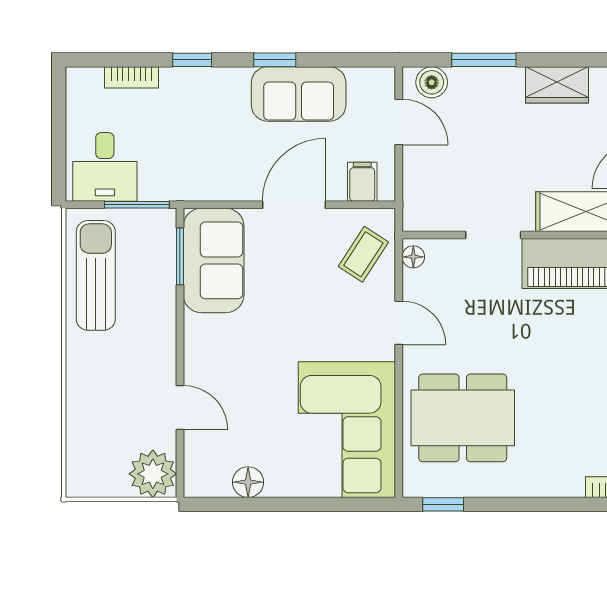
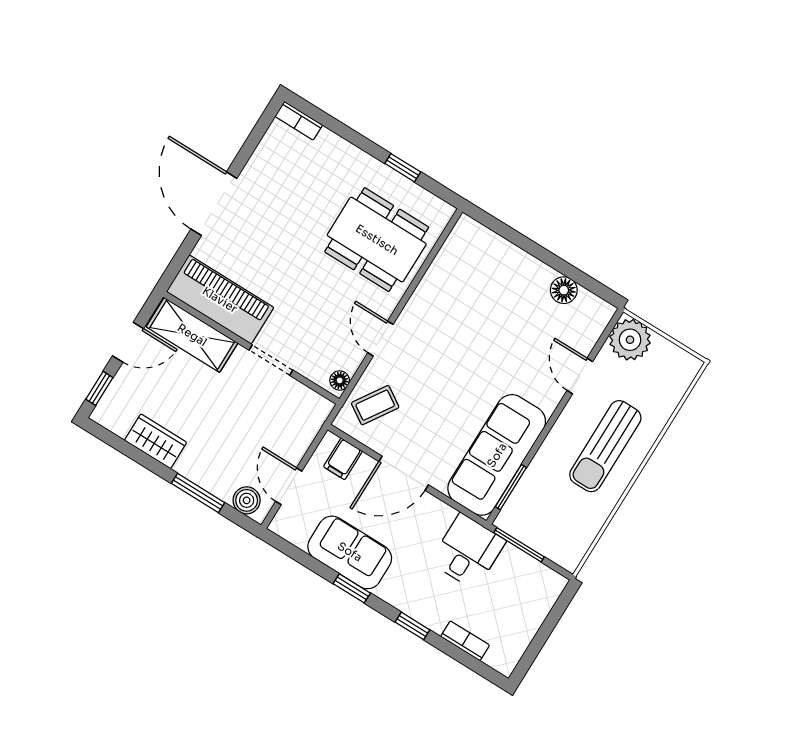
desk: (105, 167) -> (468, 551), moved
sofa: (214, 260) -> (497, 455), width x1.36
sun lounger: (96, 275) -> (605, 446), moved
corner sofa: (347, 430) -> (467, 284), removed
window: (443, 504) -> (403, 168), moved

